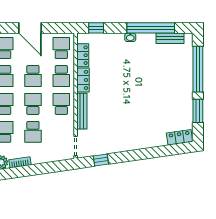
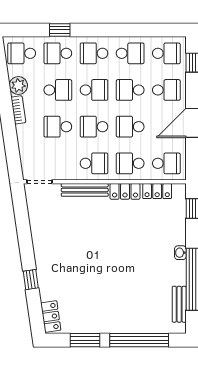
school desk: (33, 104) -> (94, 127), turned 180
window: (101, 160) -> (31, 280), moved

